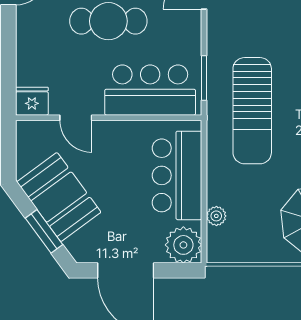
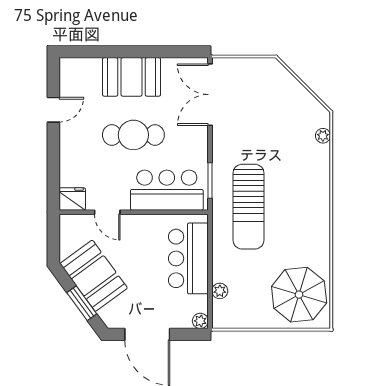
plant: (183, 245) -> (200, 321), width x0.53, depth x0.53

